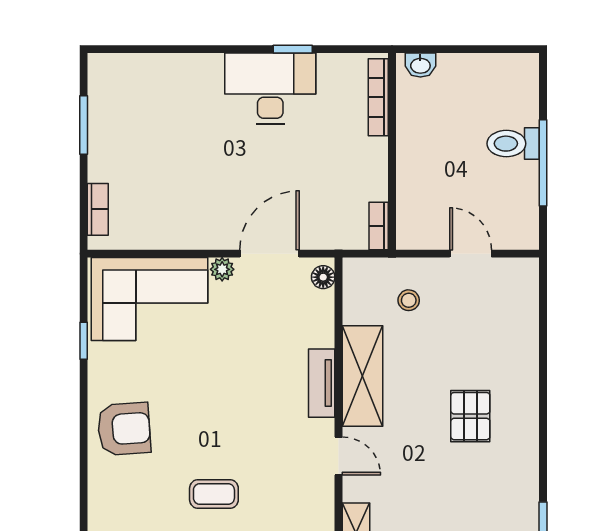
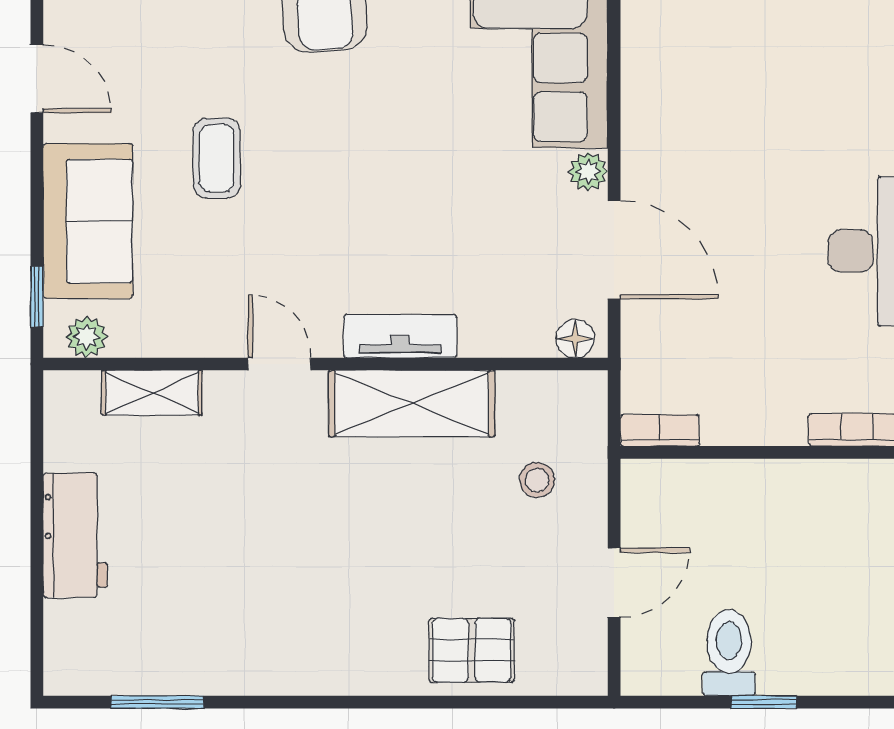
toilet: (513, 144) -> (729, 653), moved
window: (543, 163) -> (764, 702), width x0.46
pallet: (470, 416) -> (472, 650), moved
door: (339, 456) -> (279, 364), swing flipped

